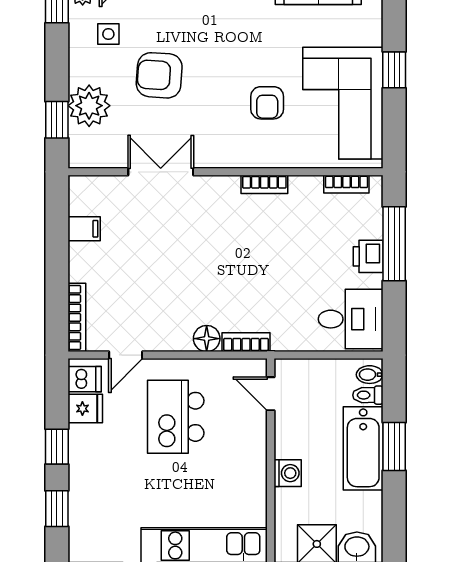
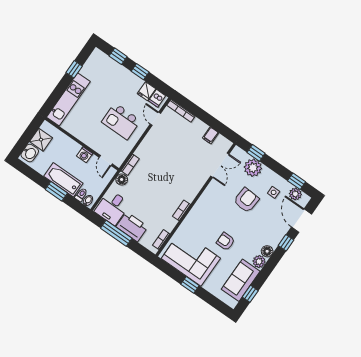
armchair: (267, 103) -> (226, 241), moved
double door: (161, 172) -> (220, 165), moved
window: (394, 244) -> (116, 233), moved
printer: (368, 256) -> (132, 227), width x1.87, depth x1.48
floor lamp: (207, 339) -> (122, 180), moved
door: (271, 394) -> (106, 161), swing flipped
kitchen island: (176, 417) -> (121, 121), turned 180
washing machine: (288, 473) -> (85, 155), moved

